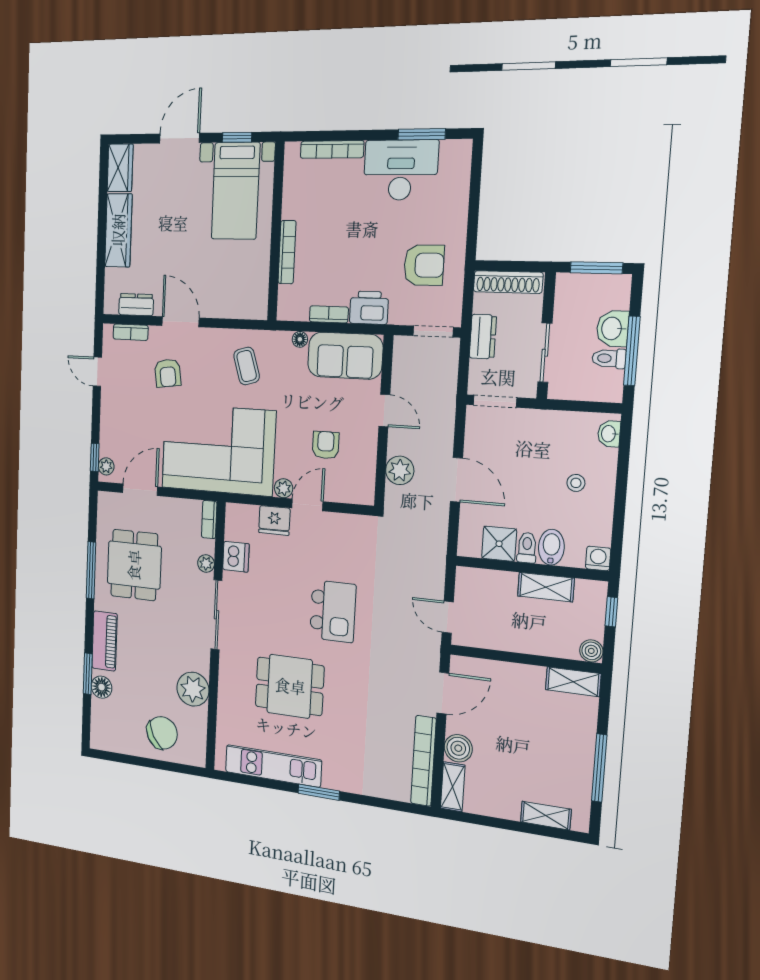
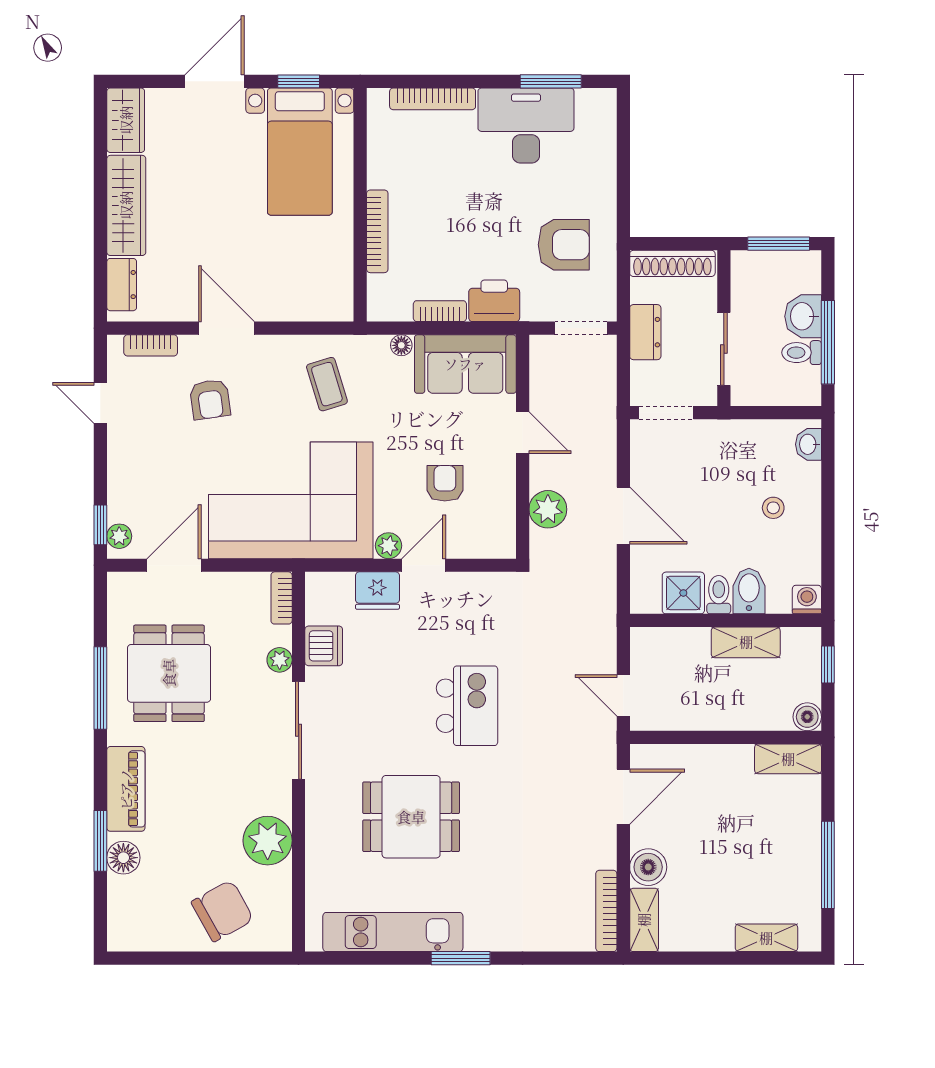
dresser: (136, 305) -> (122, 285), moved, turned 90
bookcase: (423, 761) -> (606, 911), width x0.68, depth x0.76

